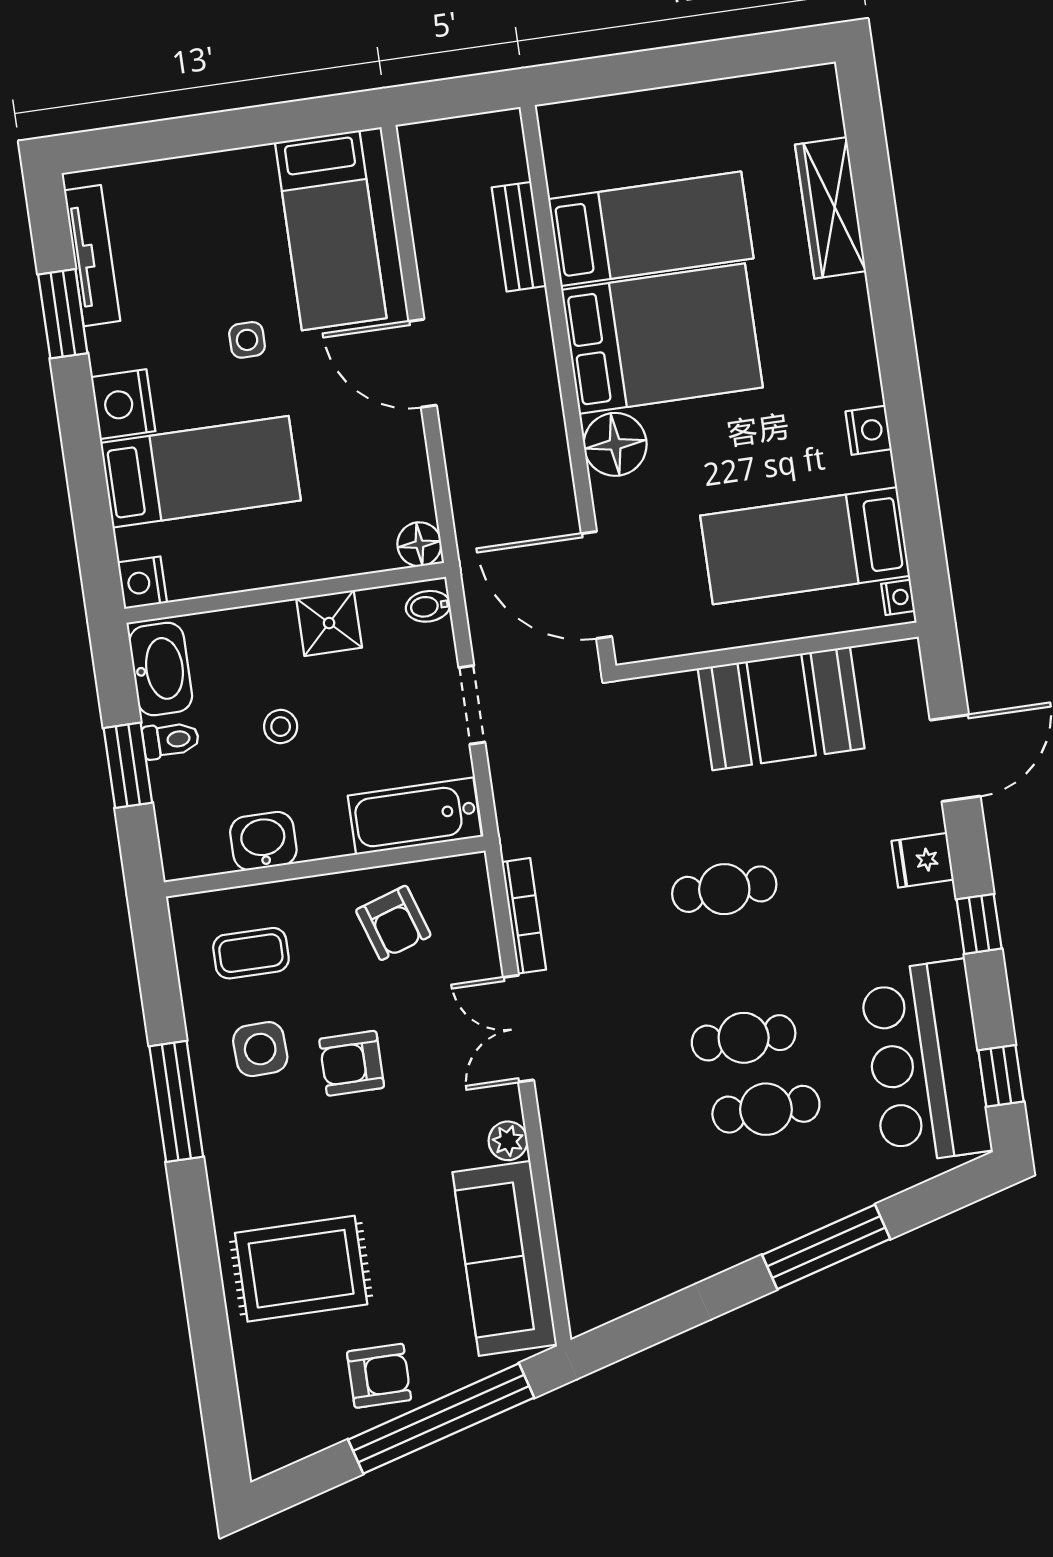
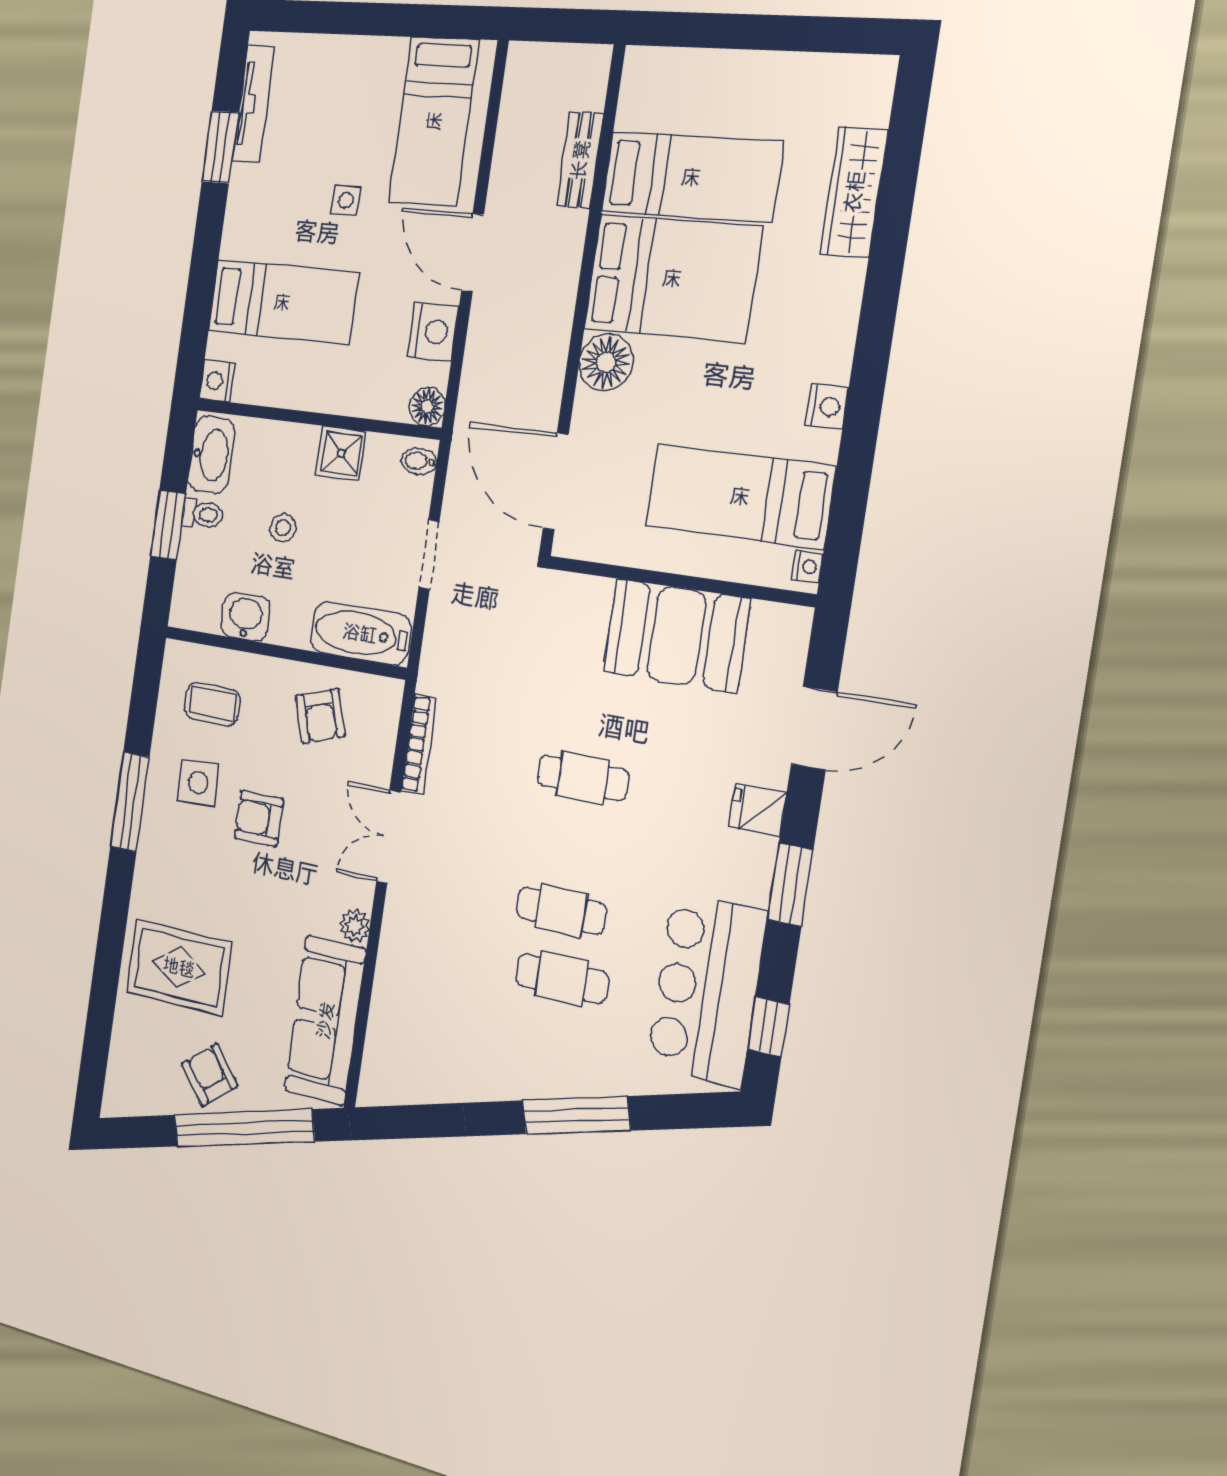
nightstand: (123, 404) -> (433, 332), moved, turned 180
window: (979, 924) -> (790, 885), width x1.50
armchair: (379, 1376) -> (210, 1075), turned -129

